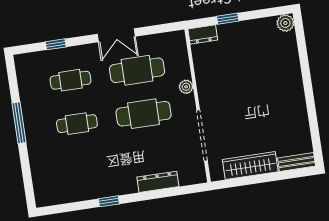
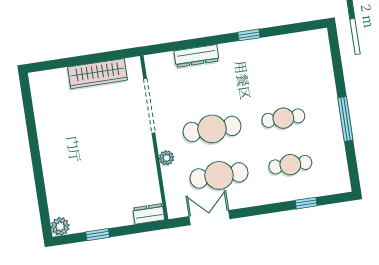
window: (228, 19) -> (98, 235), moved
double door: (116, 35) -> (210, 218), moved
bench: (297, 162) -> (48, 77), removed

